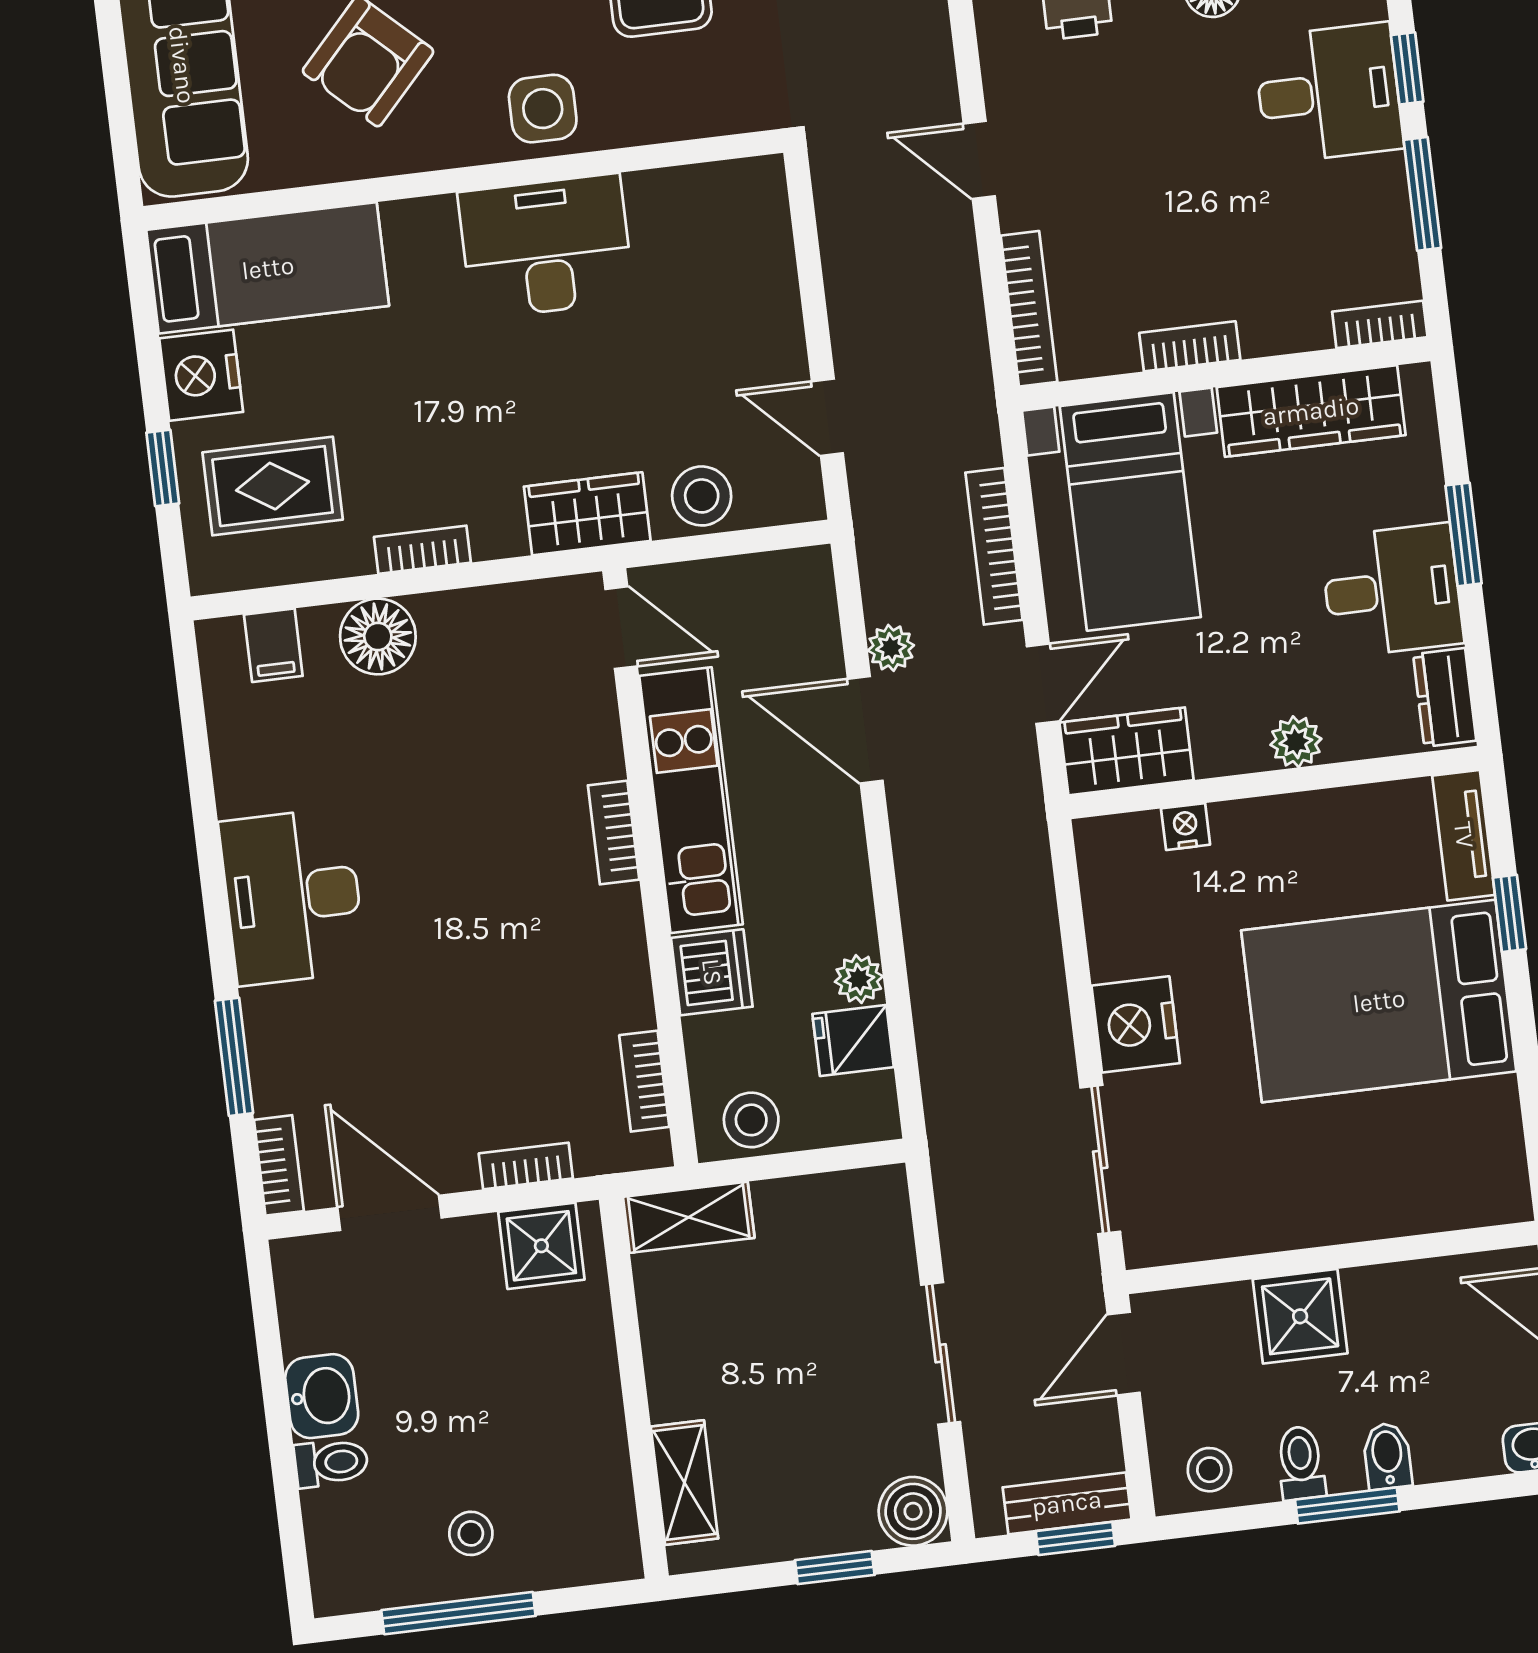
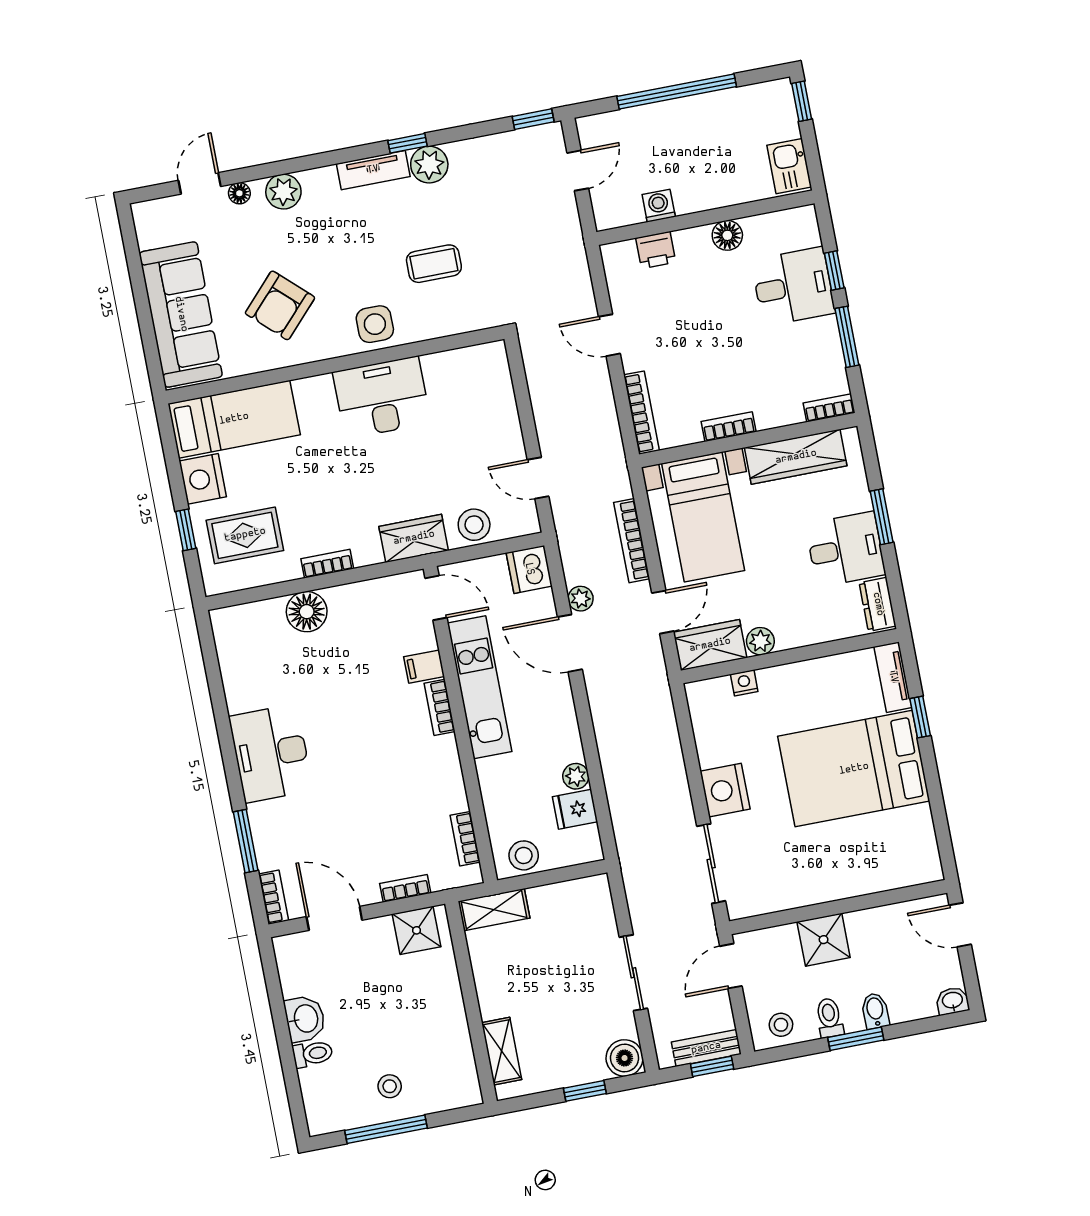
filing cabinet: (273, 645) -> (424, 667), moved, turned 90
plant: (1296, 742) -> (760, 641), moved
dishwasher: (712, 972) -> (529, 569), moved, turned 180

